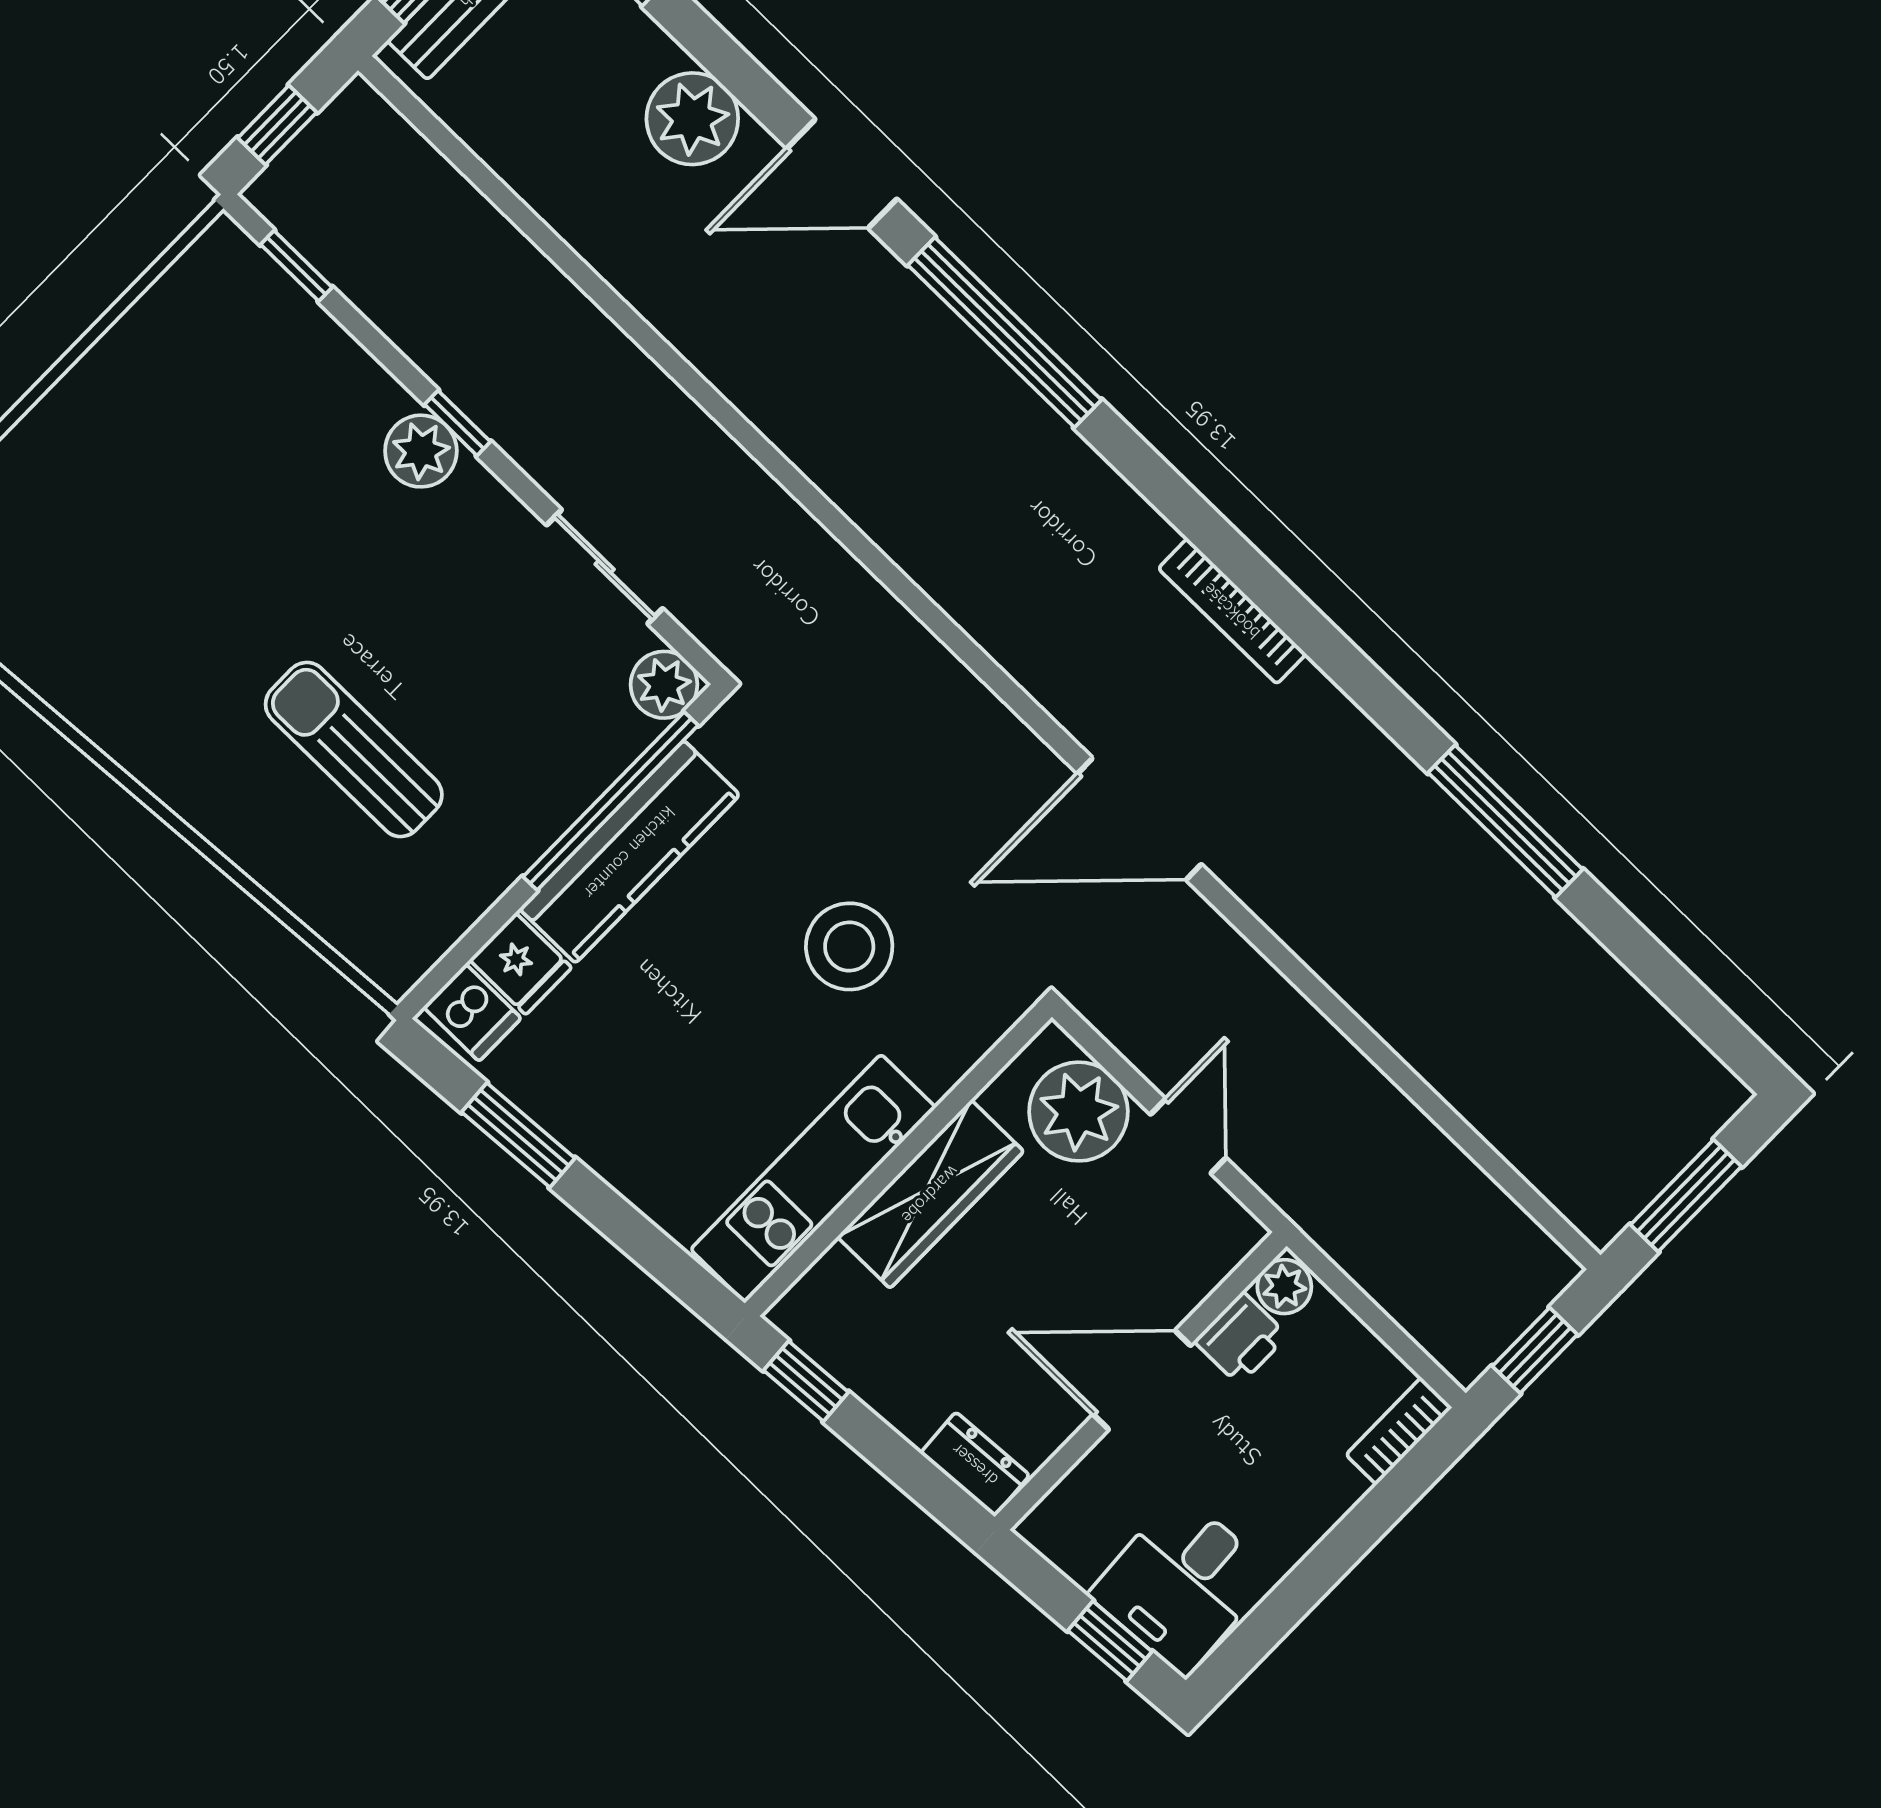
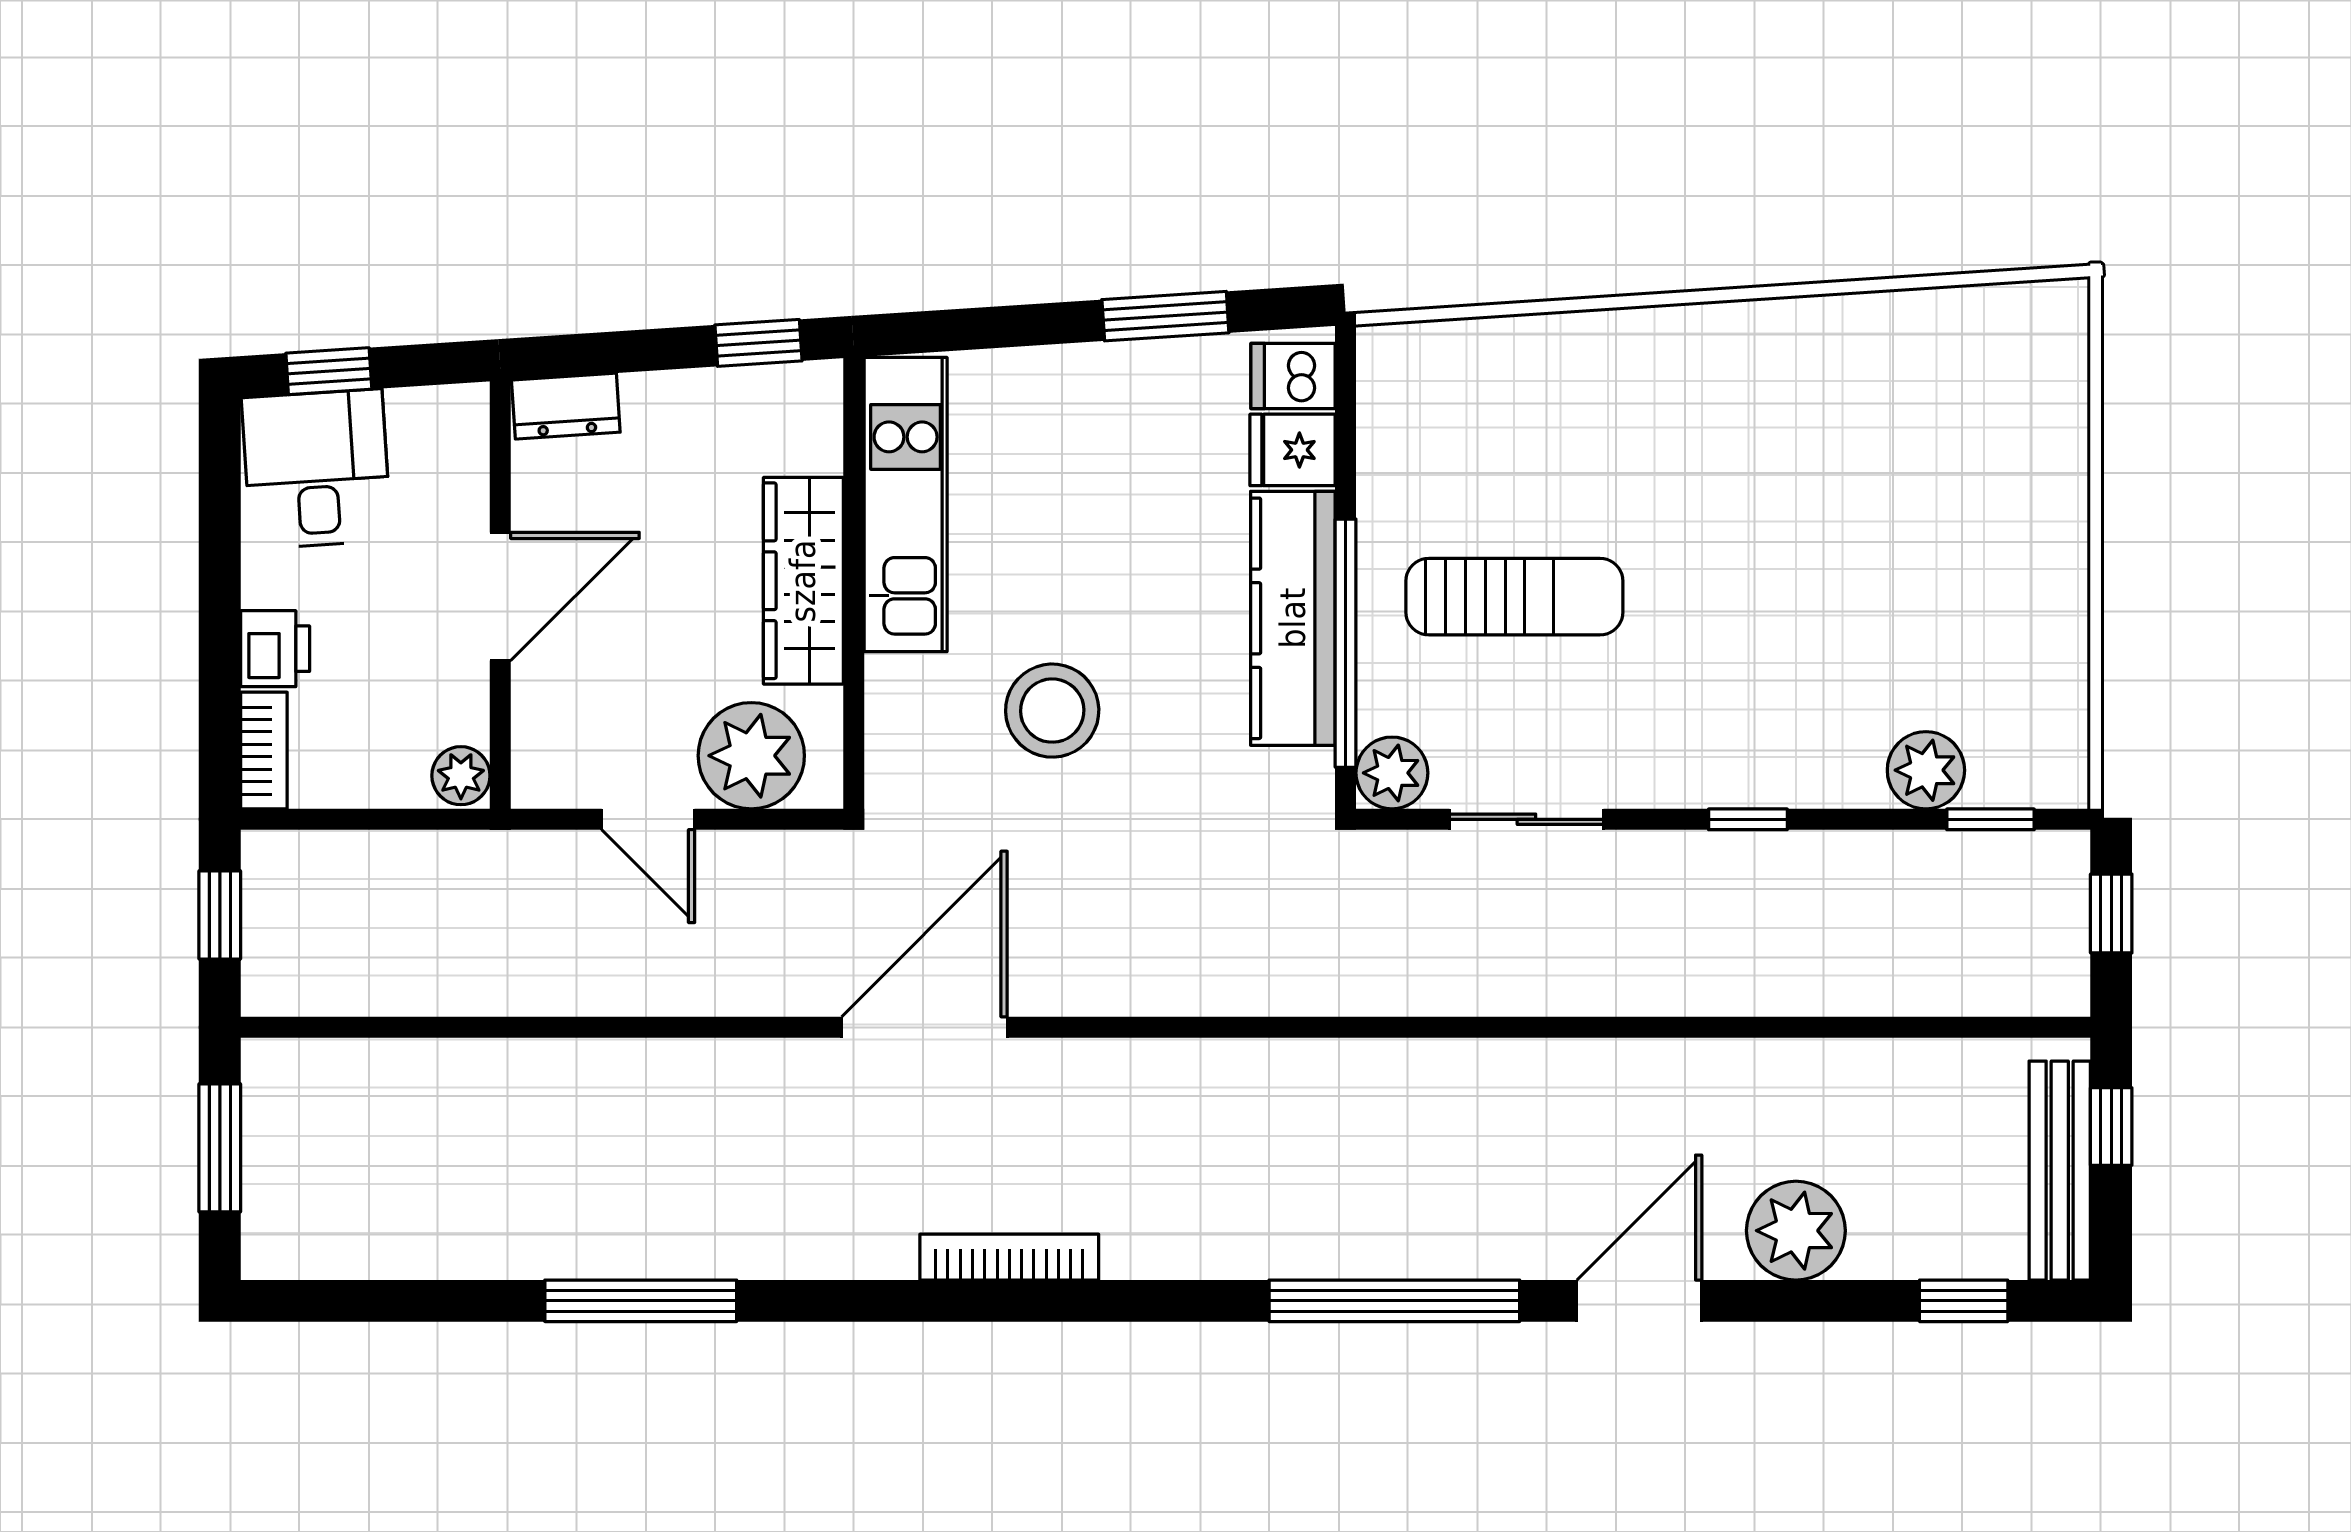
plant: (421, 451) -> (1926, 770), moved
sun lounger: (354, 749) -> (1514, 597), moved
printer: (1241, 1338) -> (275, 649), moved, turned 180

